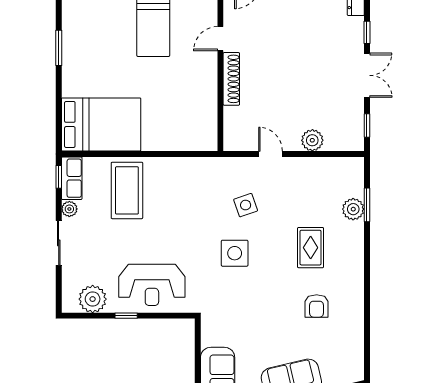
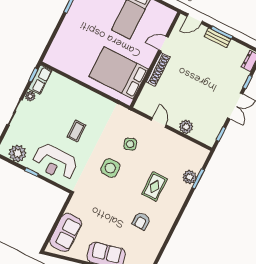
bed: (101, 124) -> (119, 73), moved, turned 180
coffee table: (127, 190) -> (76, 131), moved, width x0.54, depth x0.58

